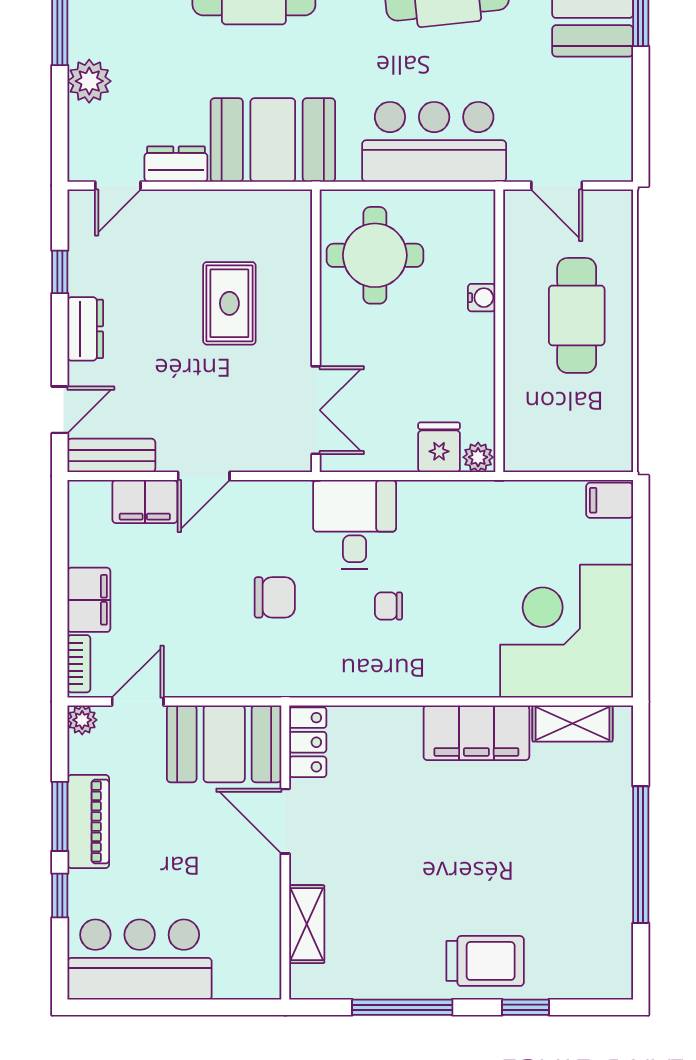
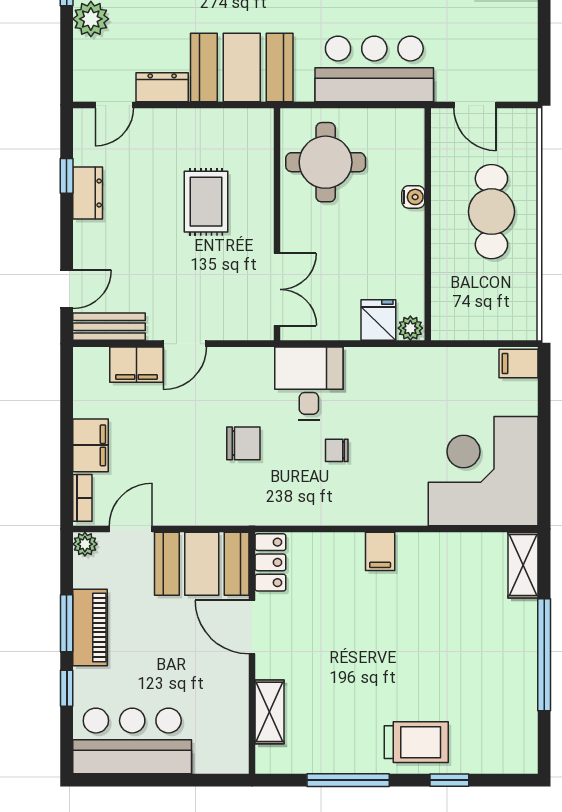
dresser: (85, 329) -> (88, 193), moved
shelving: (572, 723) -> (523, 565), moved, turned 90
filing cabinet: (476, 733) -> (380, 551), width x0.33, depth x0.86

